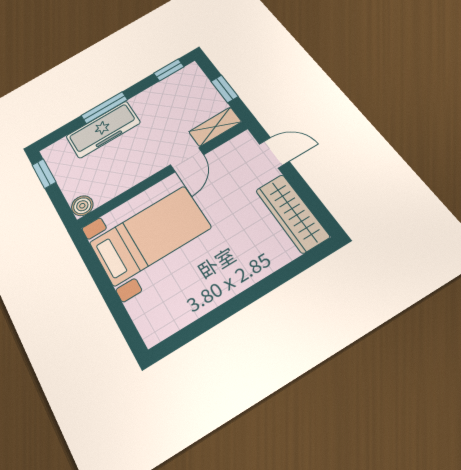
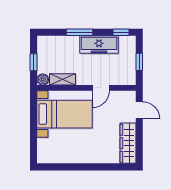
shelving: (215, 127) -> (62, 79), moved
freezer: (103, 129) -> (99, 45), moved
window: (44, 174) -> (33, 62), moved

